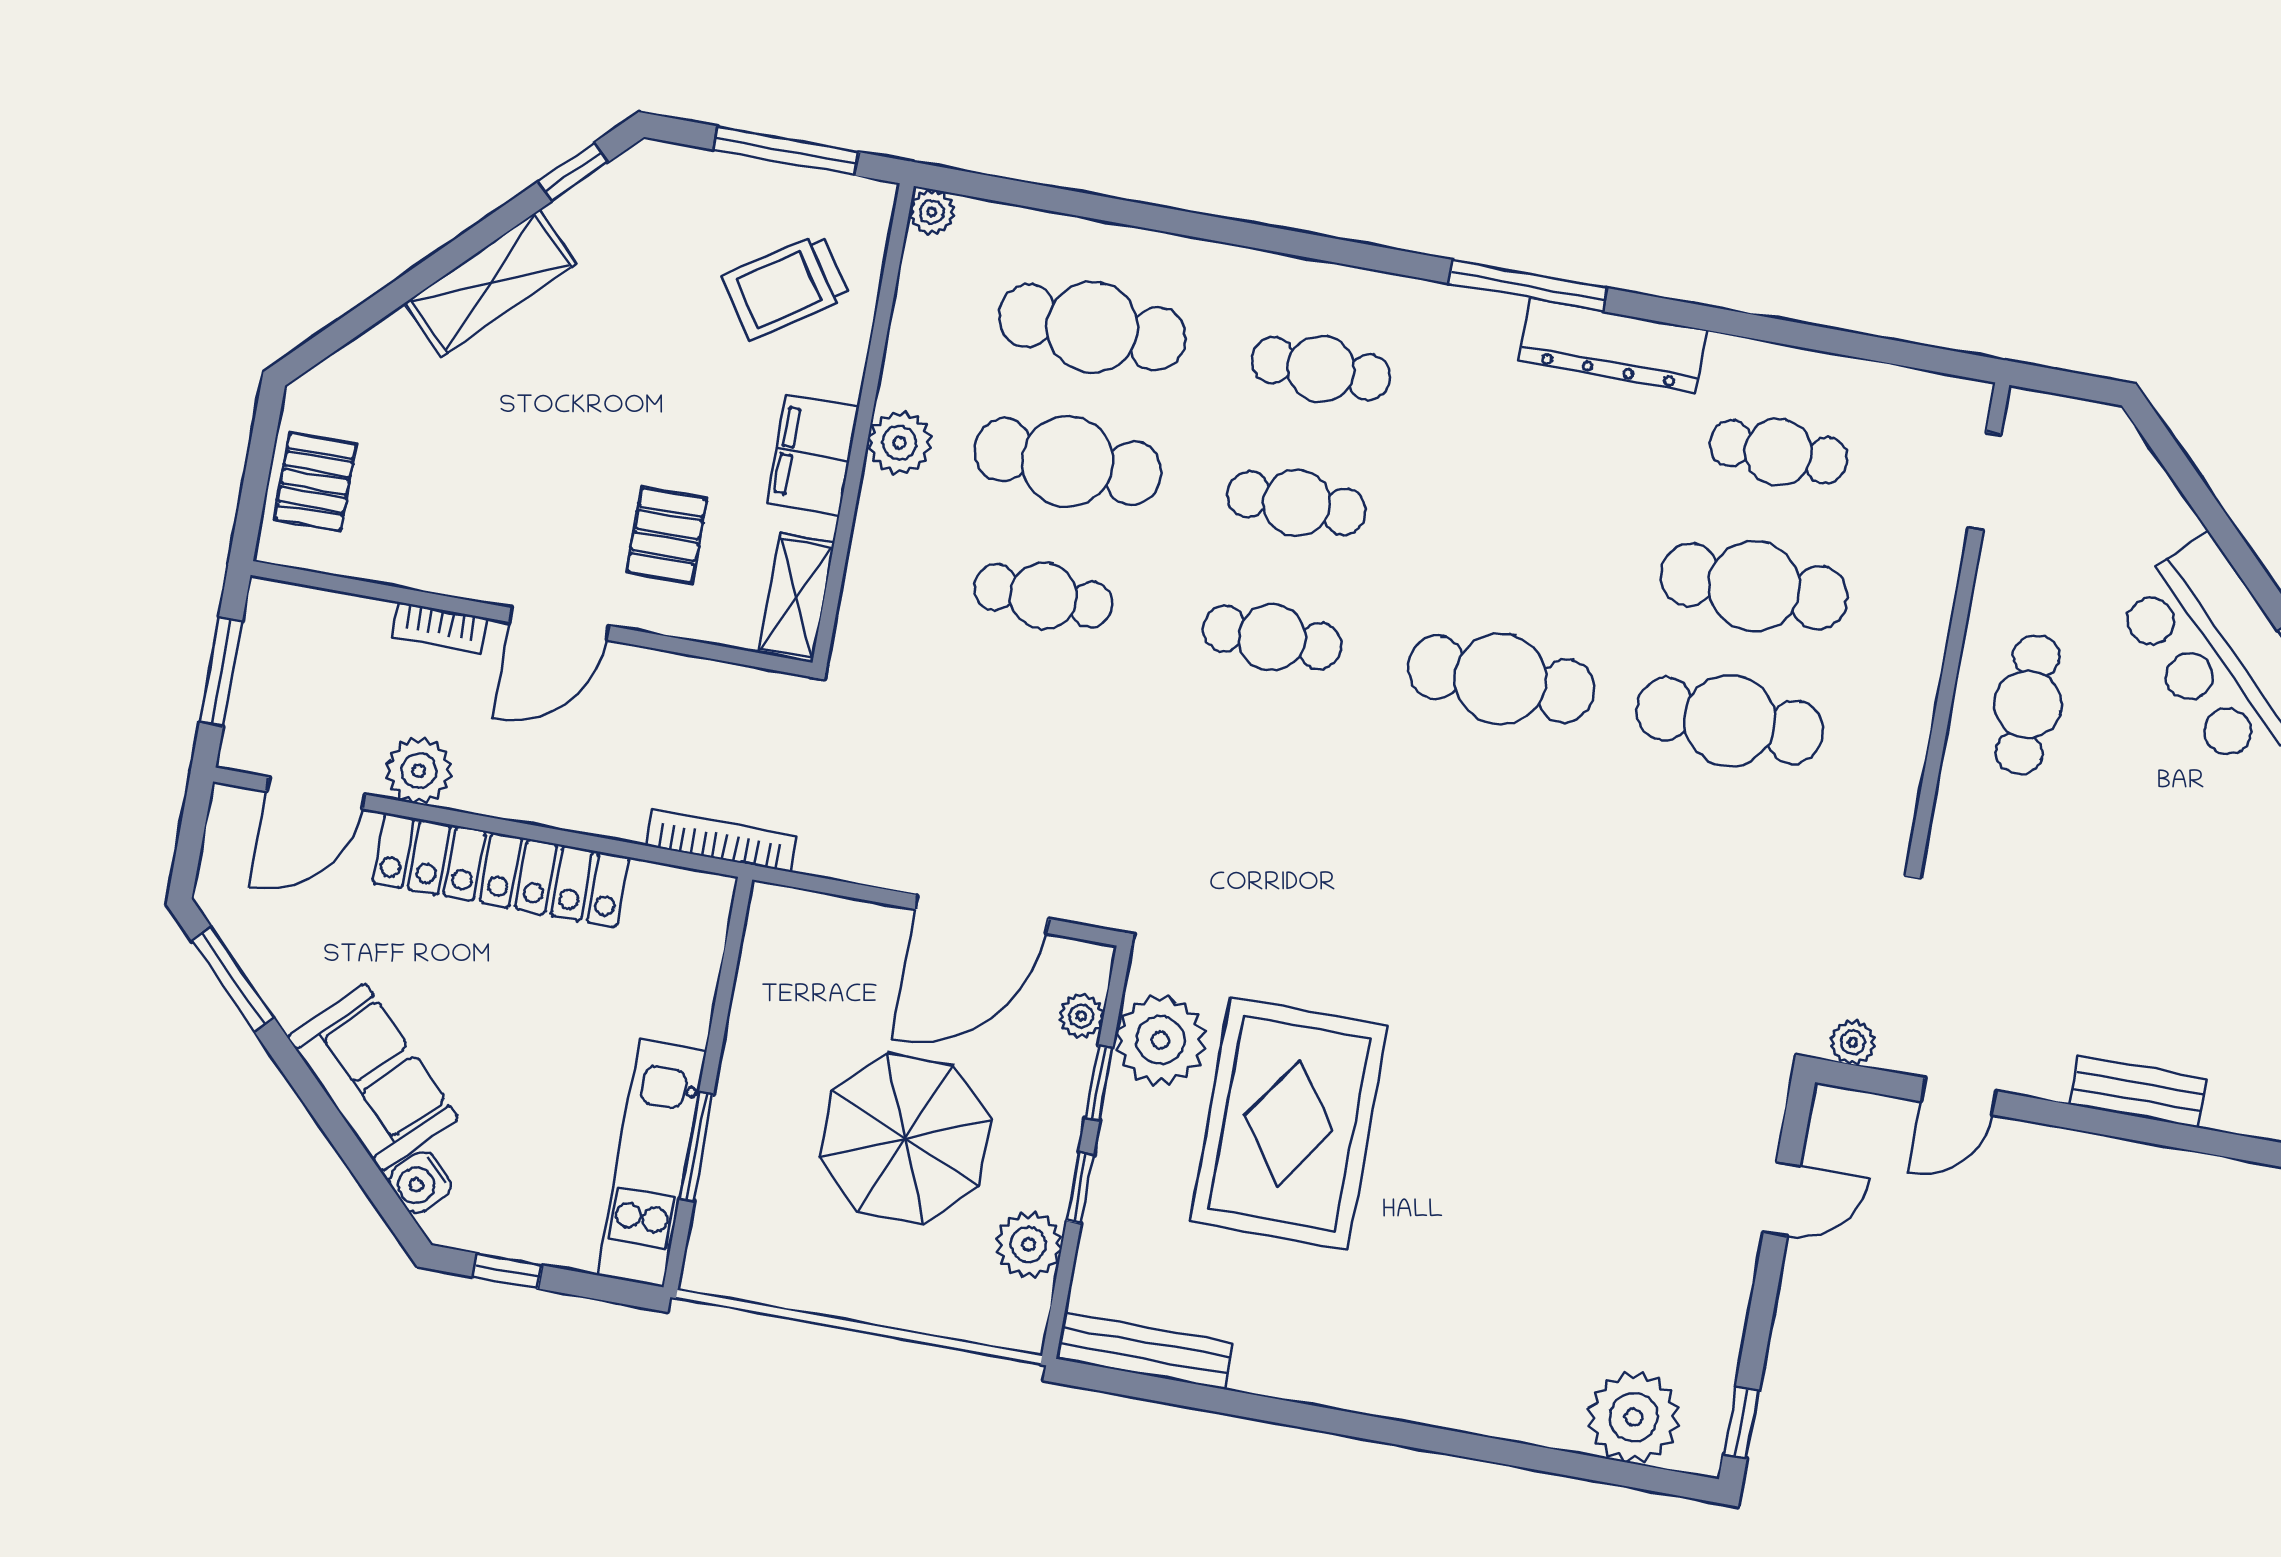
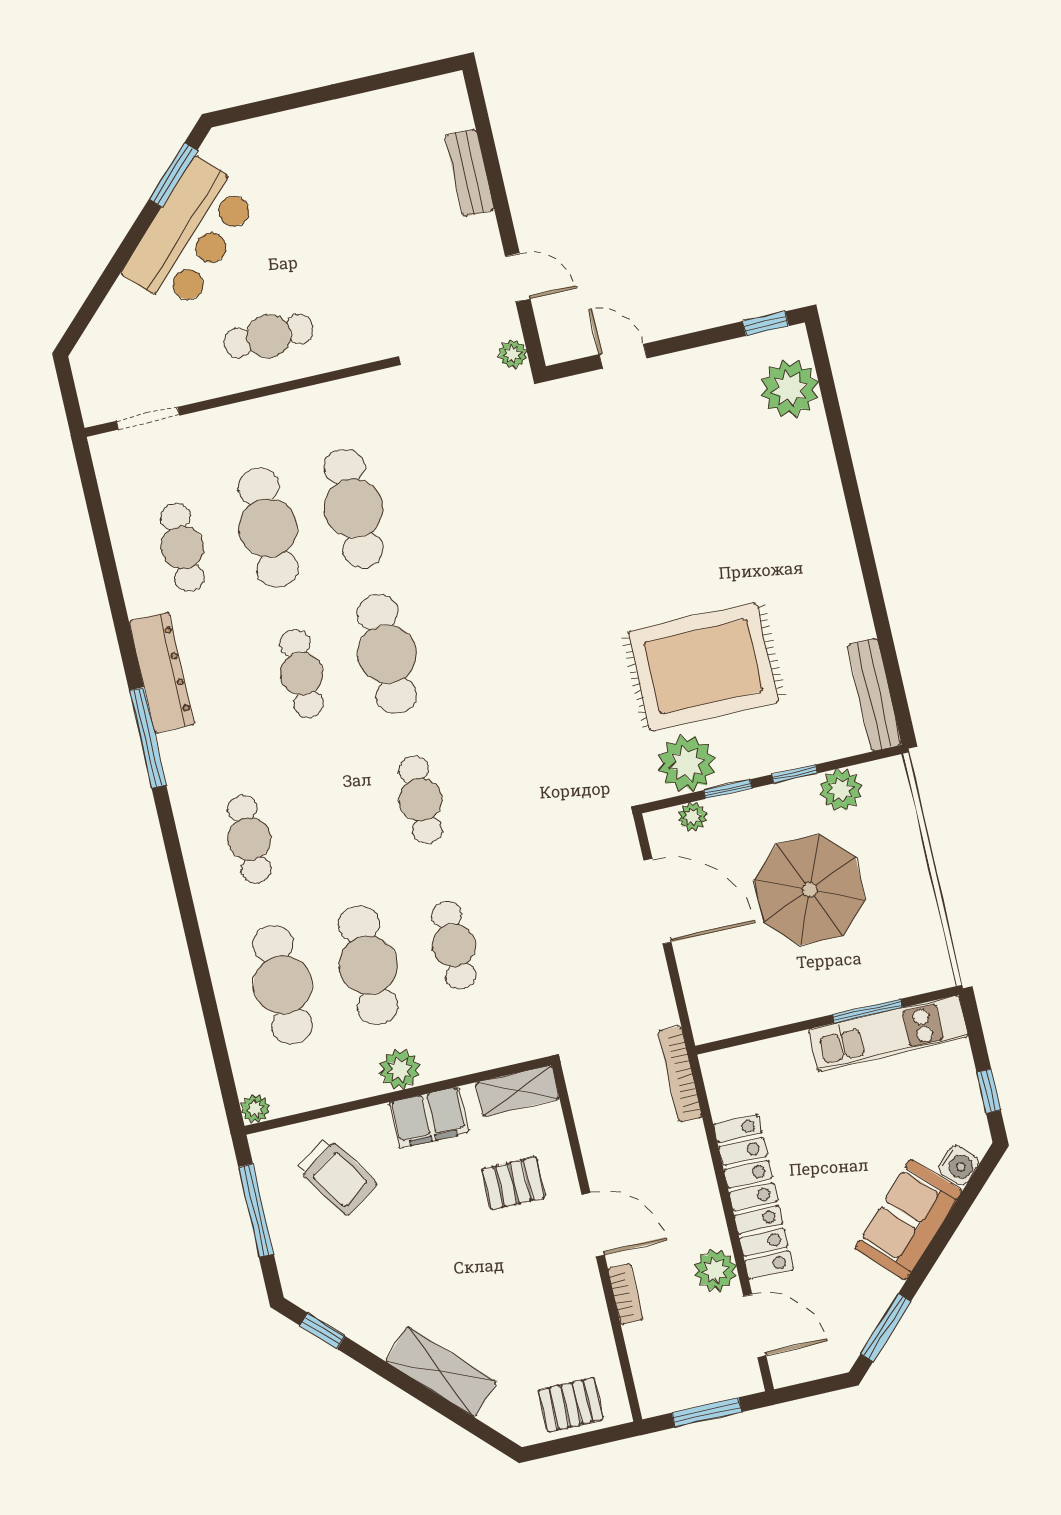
shelving: (490, 283) -> (441, 1372), moved
cafe table: (1297, 503) -> (301, 674), moved

